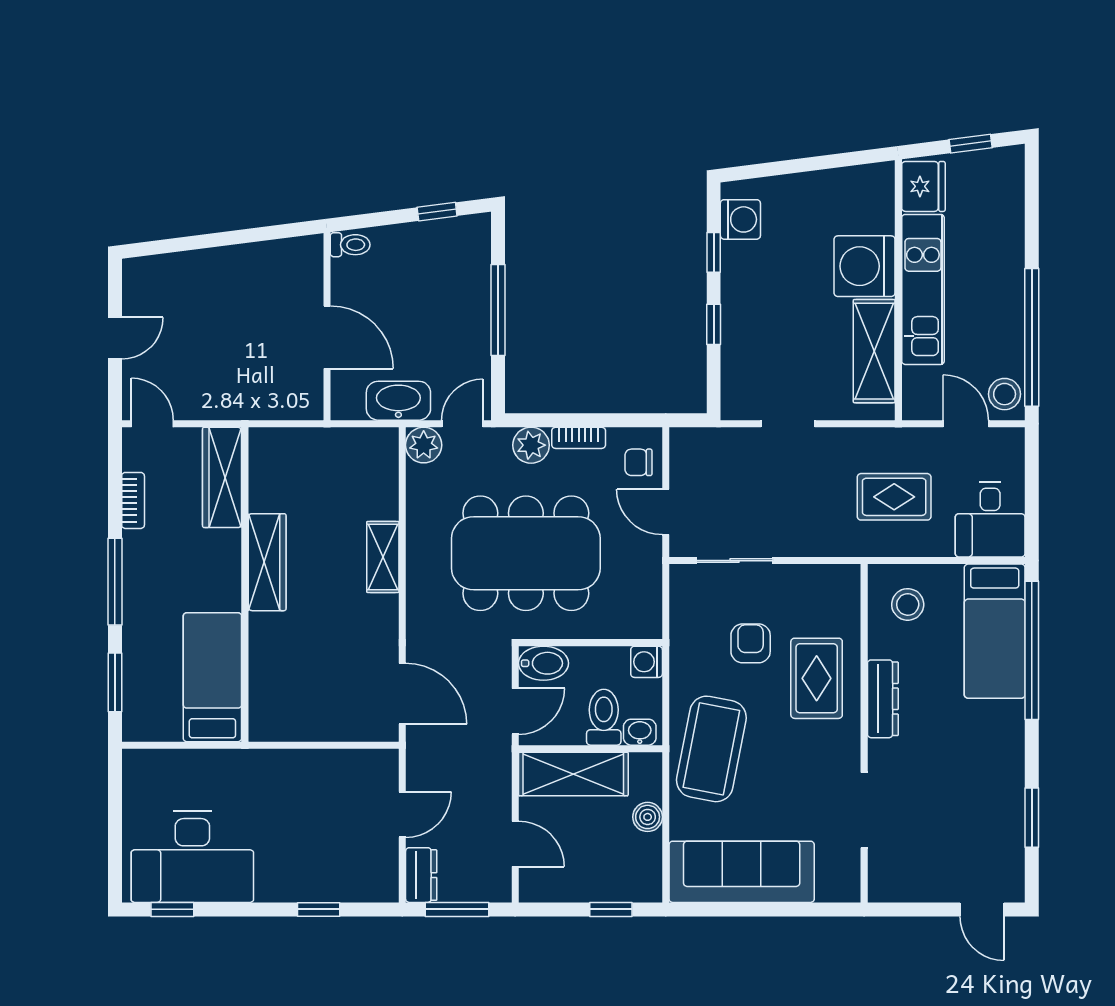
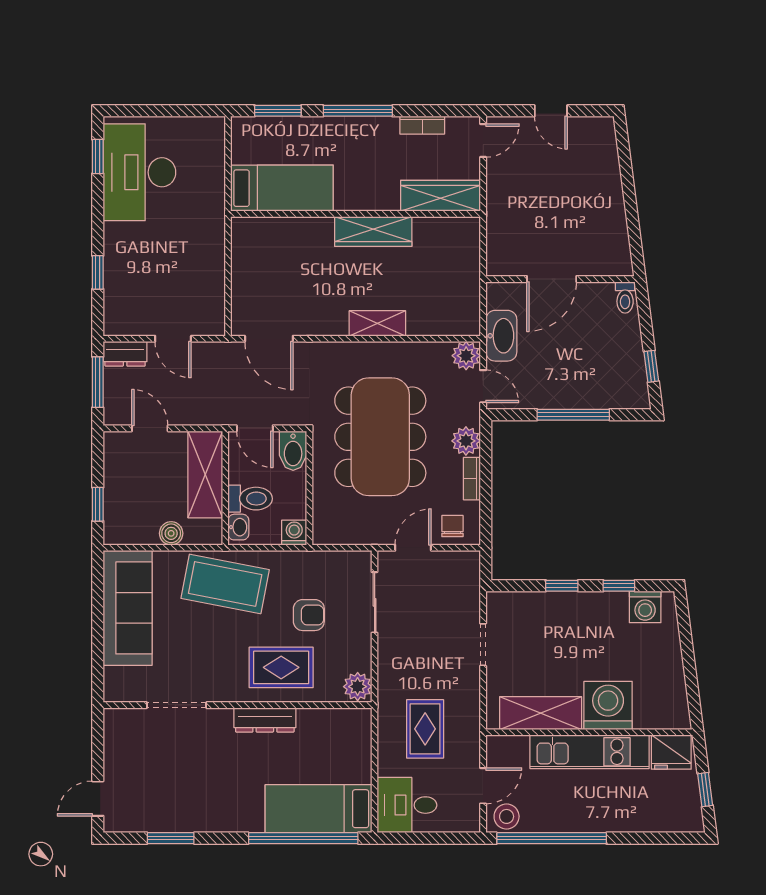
plant: (841, 582) -> (358, 687), added
stool: (908, 604) -> (340, 740), removed
door: (402, 694) -> (269, 339), hinge flipped
door: (515, 844) -> (150, 428), swing flipped

